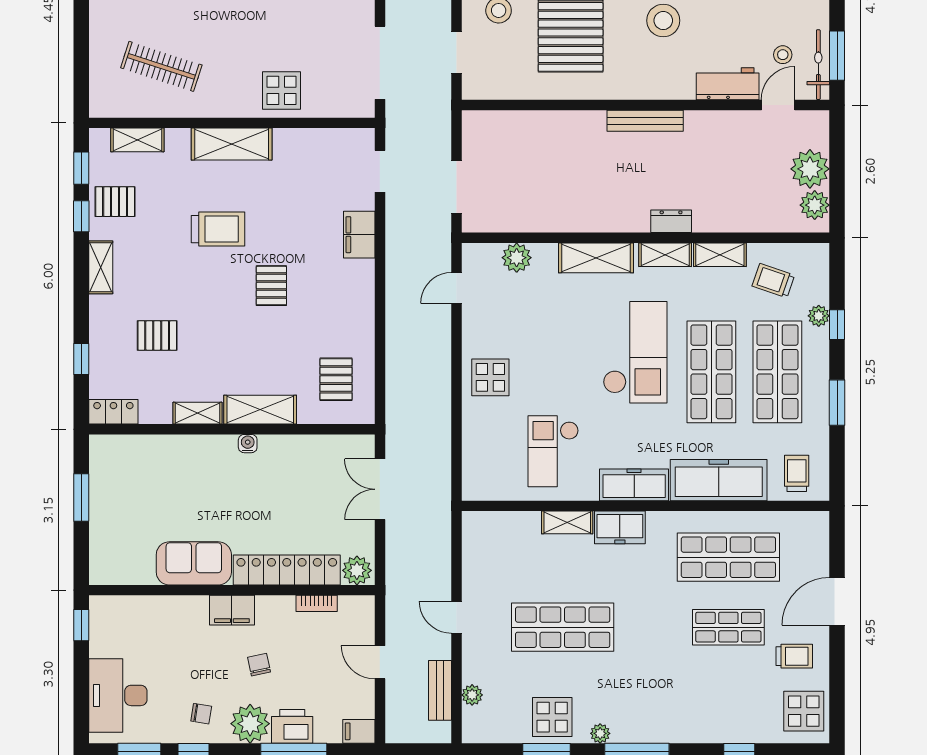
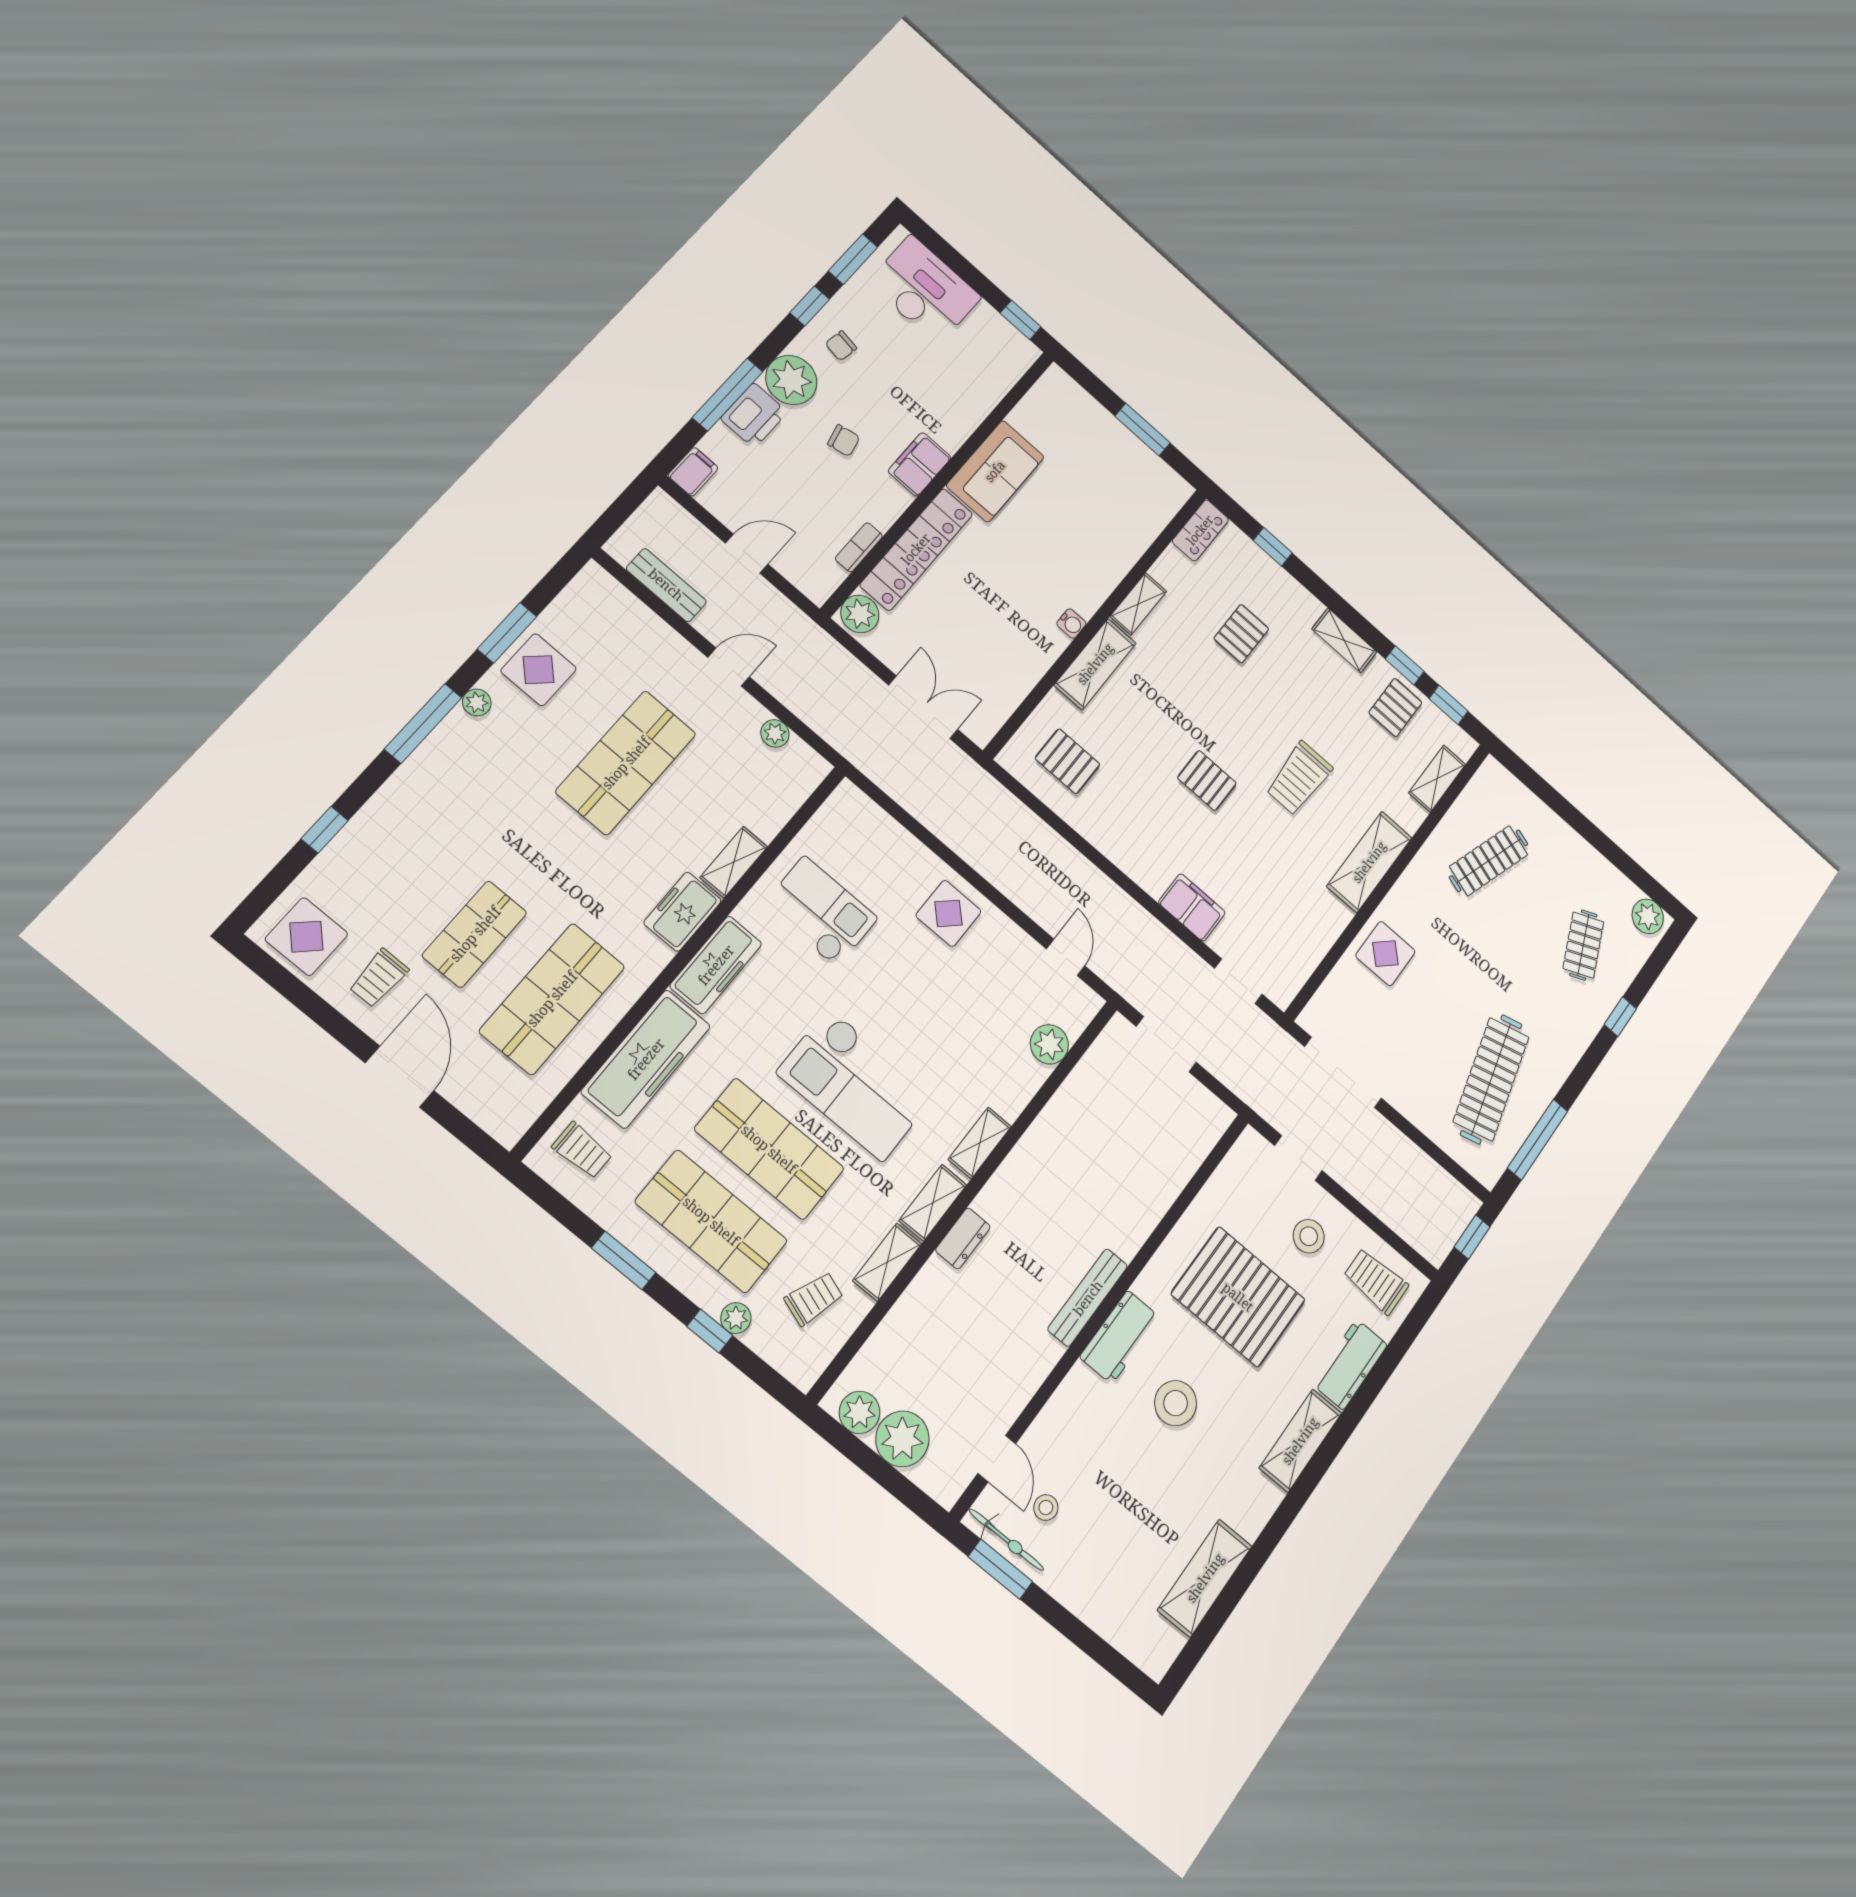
workbench: (728, 84) -> (1120, 1337), moved
shelving: (596, 258) -> (980, 1143), width x0.67, depth x0.75
plant: (472, 695) -> (775, 733), moved

